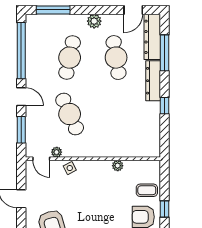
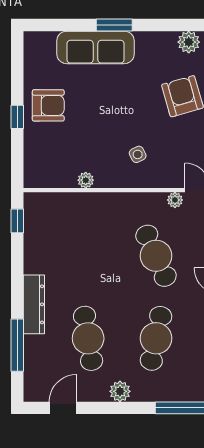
dresser: (152, 37) -> (35, 369), removed
window: (164, 106) -> (17, 221), moved
side table: (70, 168) -> (138, 154), moved
coffee table: (147, 190) -> (43, 144), removed

